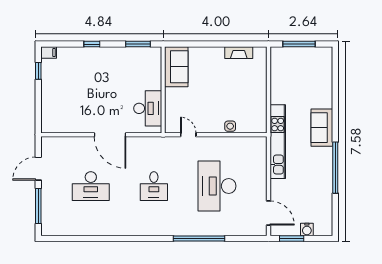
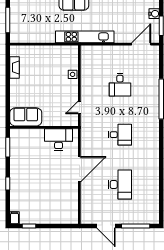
desk: (217, 186) -> (120, 85), width x0.53, depth x0.77

